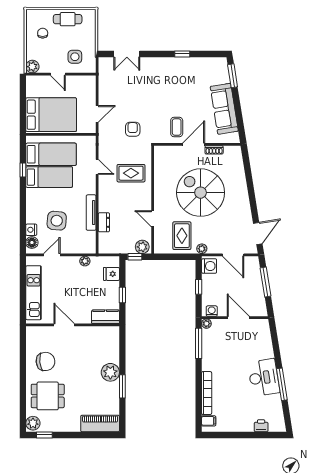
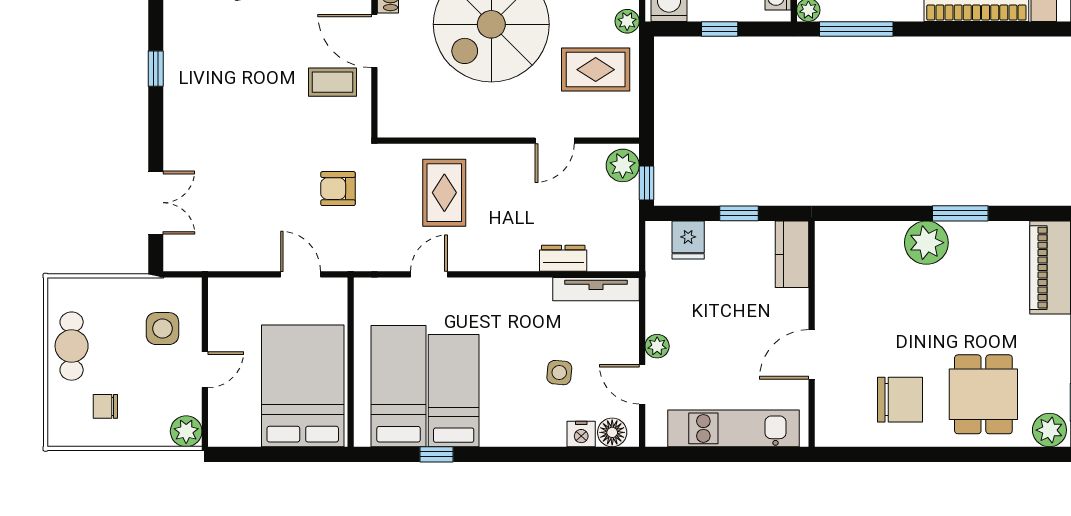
tv unit: (91, 213) -> (596, 289), moved
side table: (57, 221) -> (559, 373), width x0.54, depth x0.54
plant: (85, 261) -> (657, 346), moved
chair: (45, 361) -> (900, 400), turned 96

